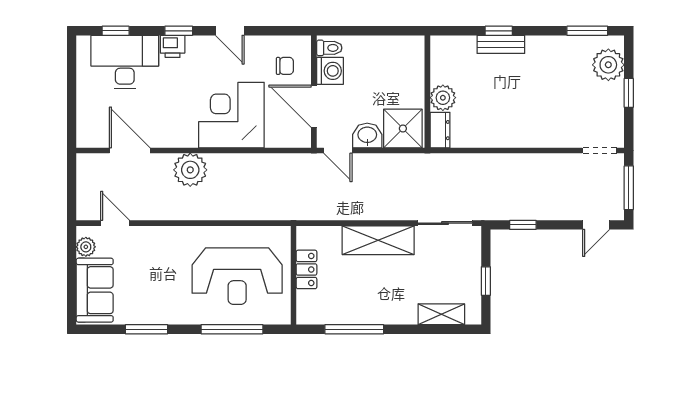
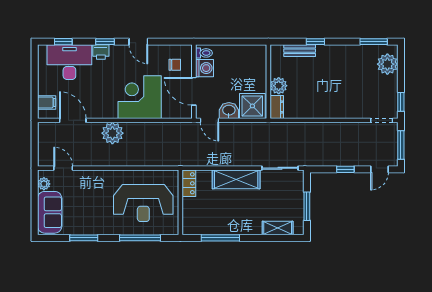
bench: (501, 44) -> (300, 51), moved
window: (629, 93) -> (401, 102), moved
filing cabinet: (90, 123) -> (47, 102), added
window: (523, 225) -> (345, 169), moved
locker: (306, 269) -> (189, 183), moved
window: (486, 281) -> (307, 206), width x1.50

